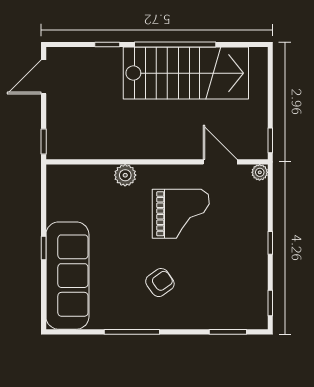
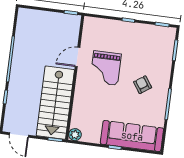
stairs: (186, 73) -> (55, 103), moved, turned 180
door: (220, 162) -> (77, 57), moved
plant: (260, 172) -> (88, 21), removed
plant: (125, 175) -> (75, 135), moved
grand piano: (181, 214) -> (106, 68), turned 180

